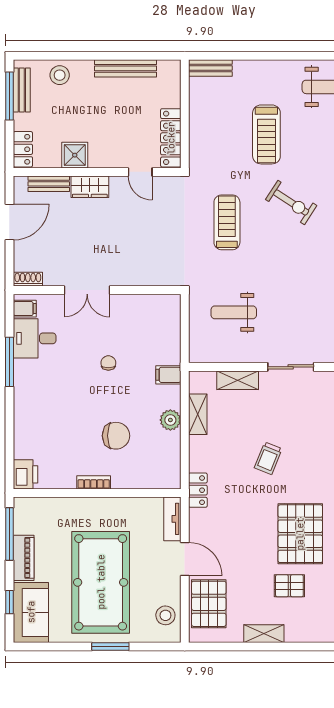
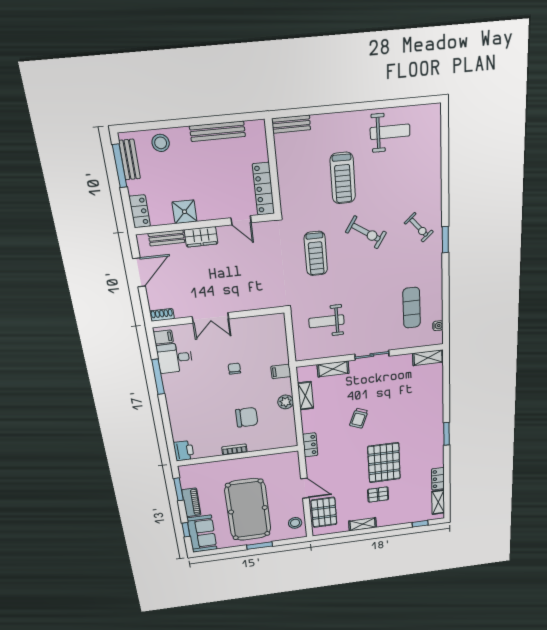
treadmill: (227, 222) -> (316, 254), turned 180
tv unit: (172, 519) -> (294, 465), removed
window: (9, 534) -> (179, 489), width x0.69

